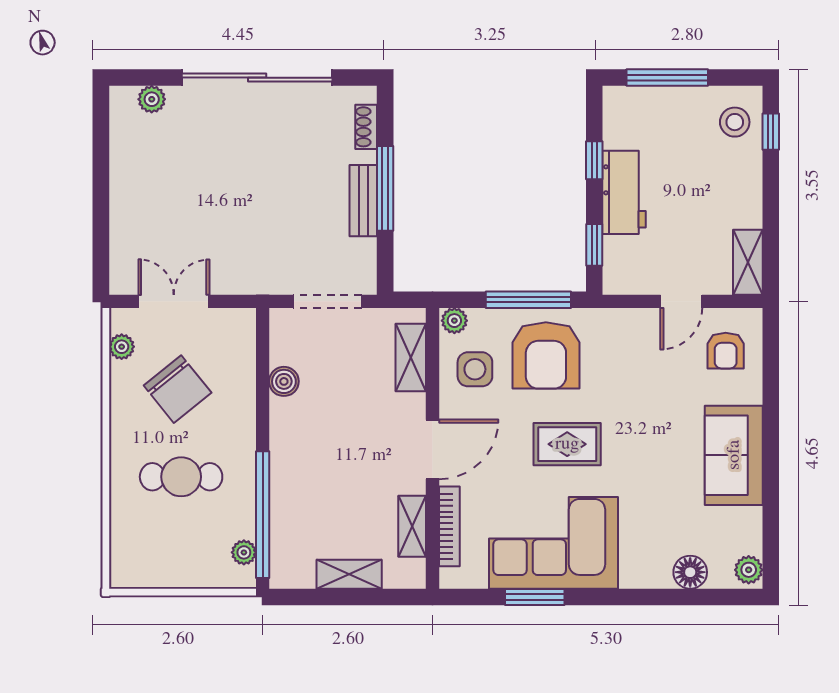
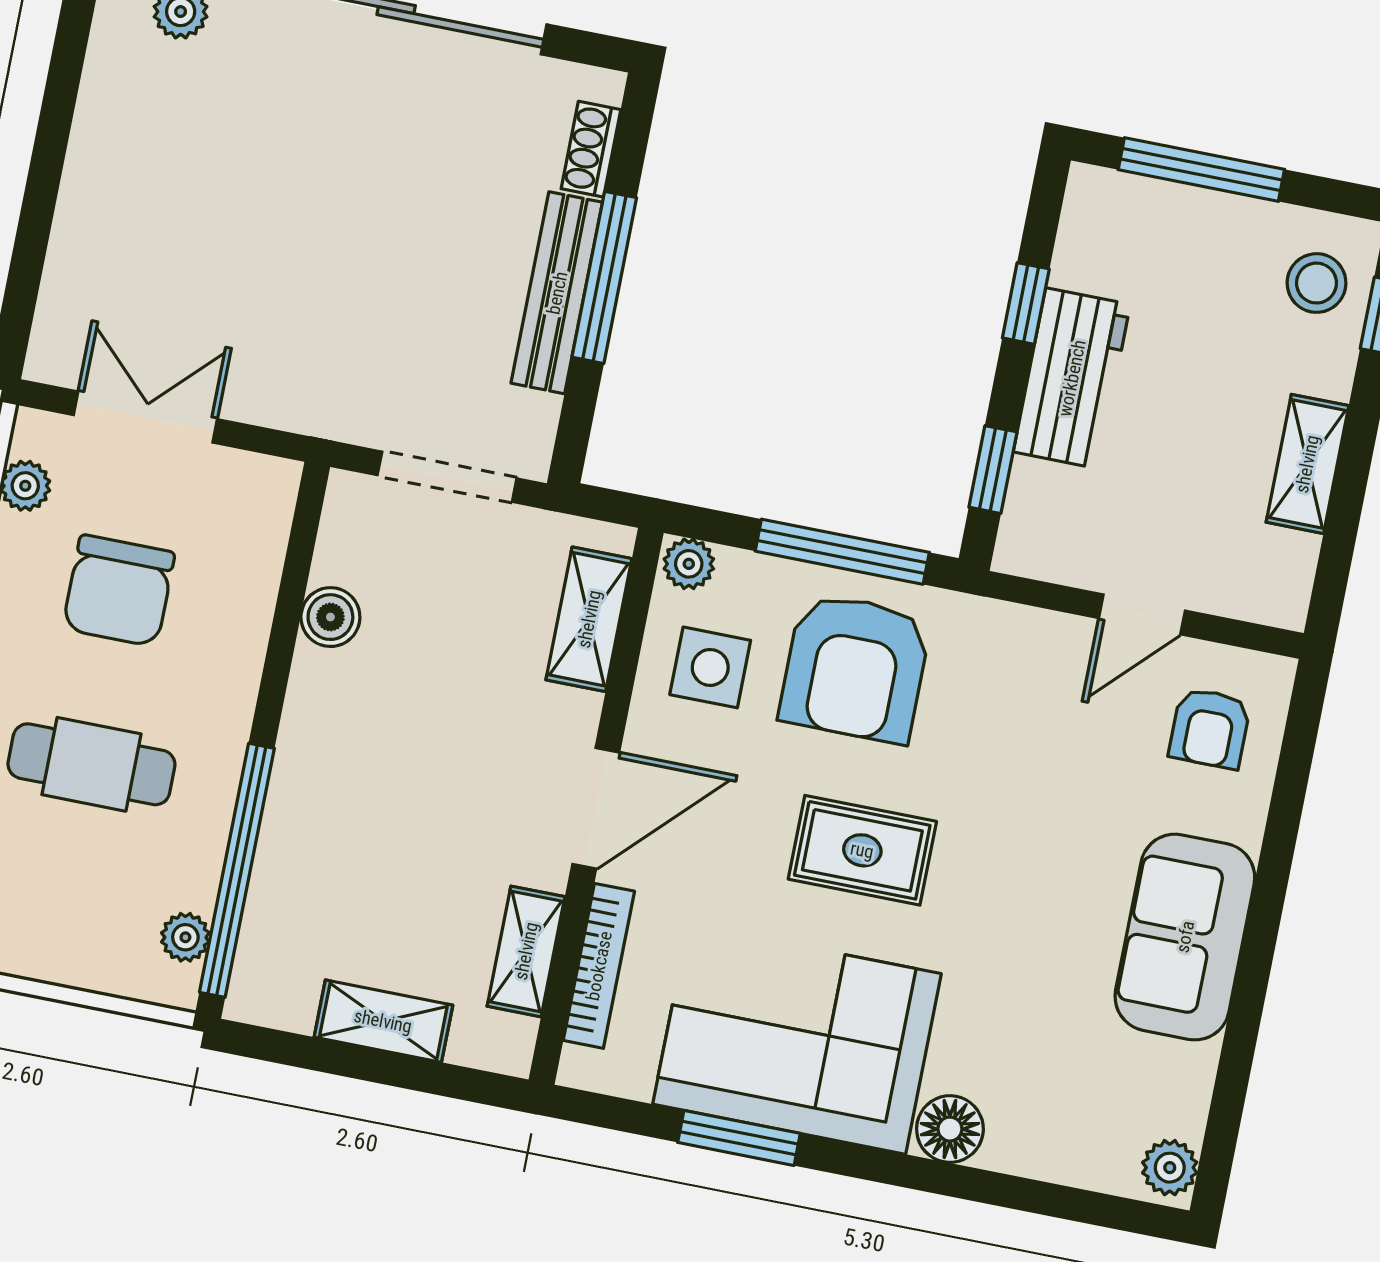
bench: (363, 201) -> (557, 293), width x1.36
shelving: (748, 262) -> (1307, 464), moved
chair: (178, 389) -> (119, 591), turned 39
floor lamp: (690, 572) -> (950, 1129), moved

